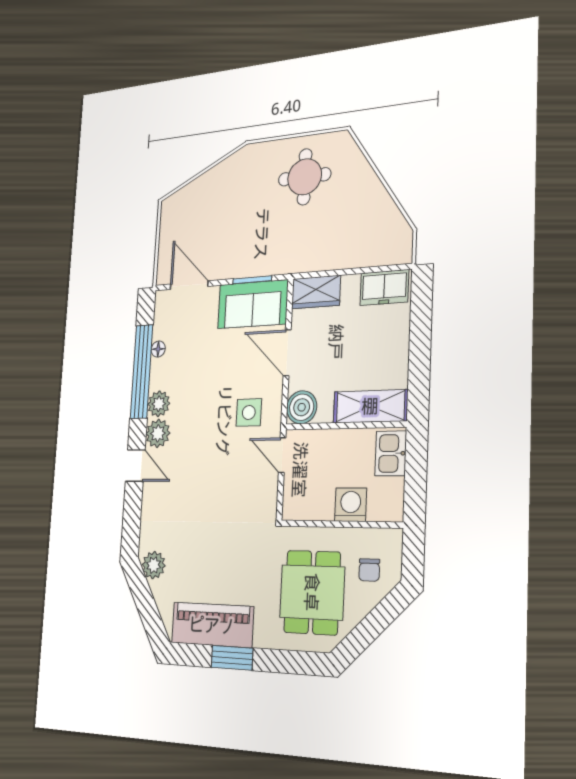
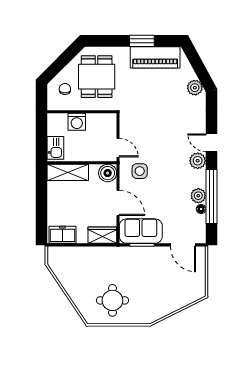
plant: (159, 404) -> (198, 196), moved

